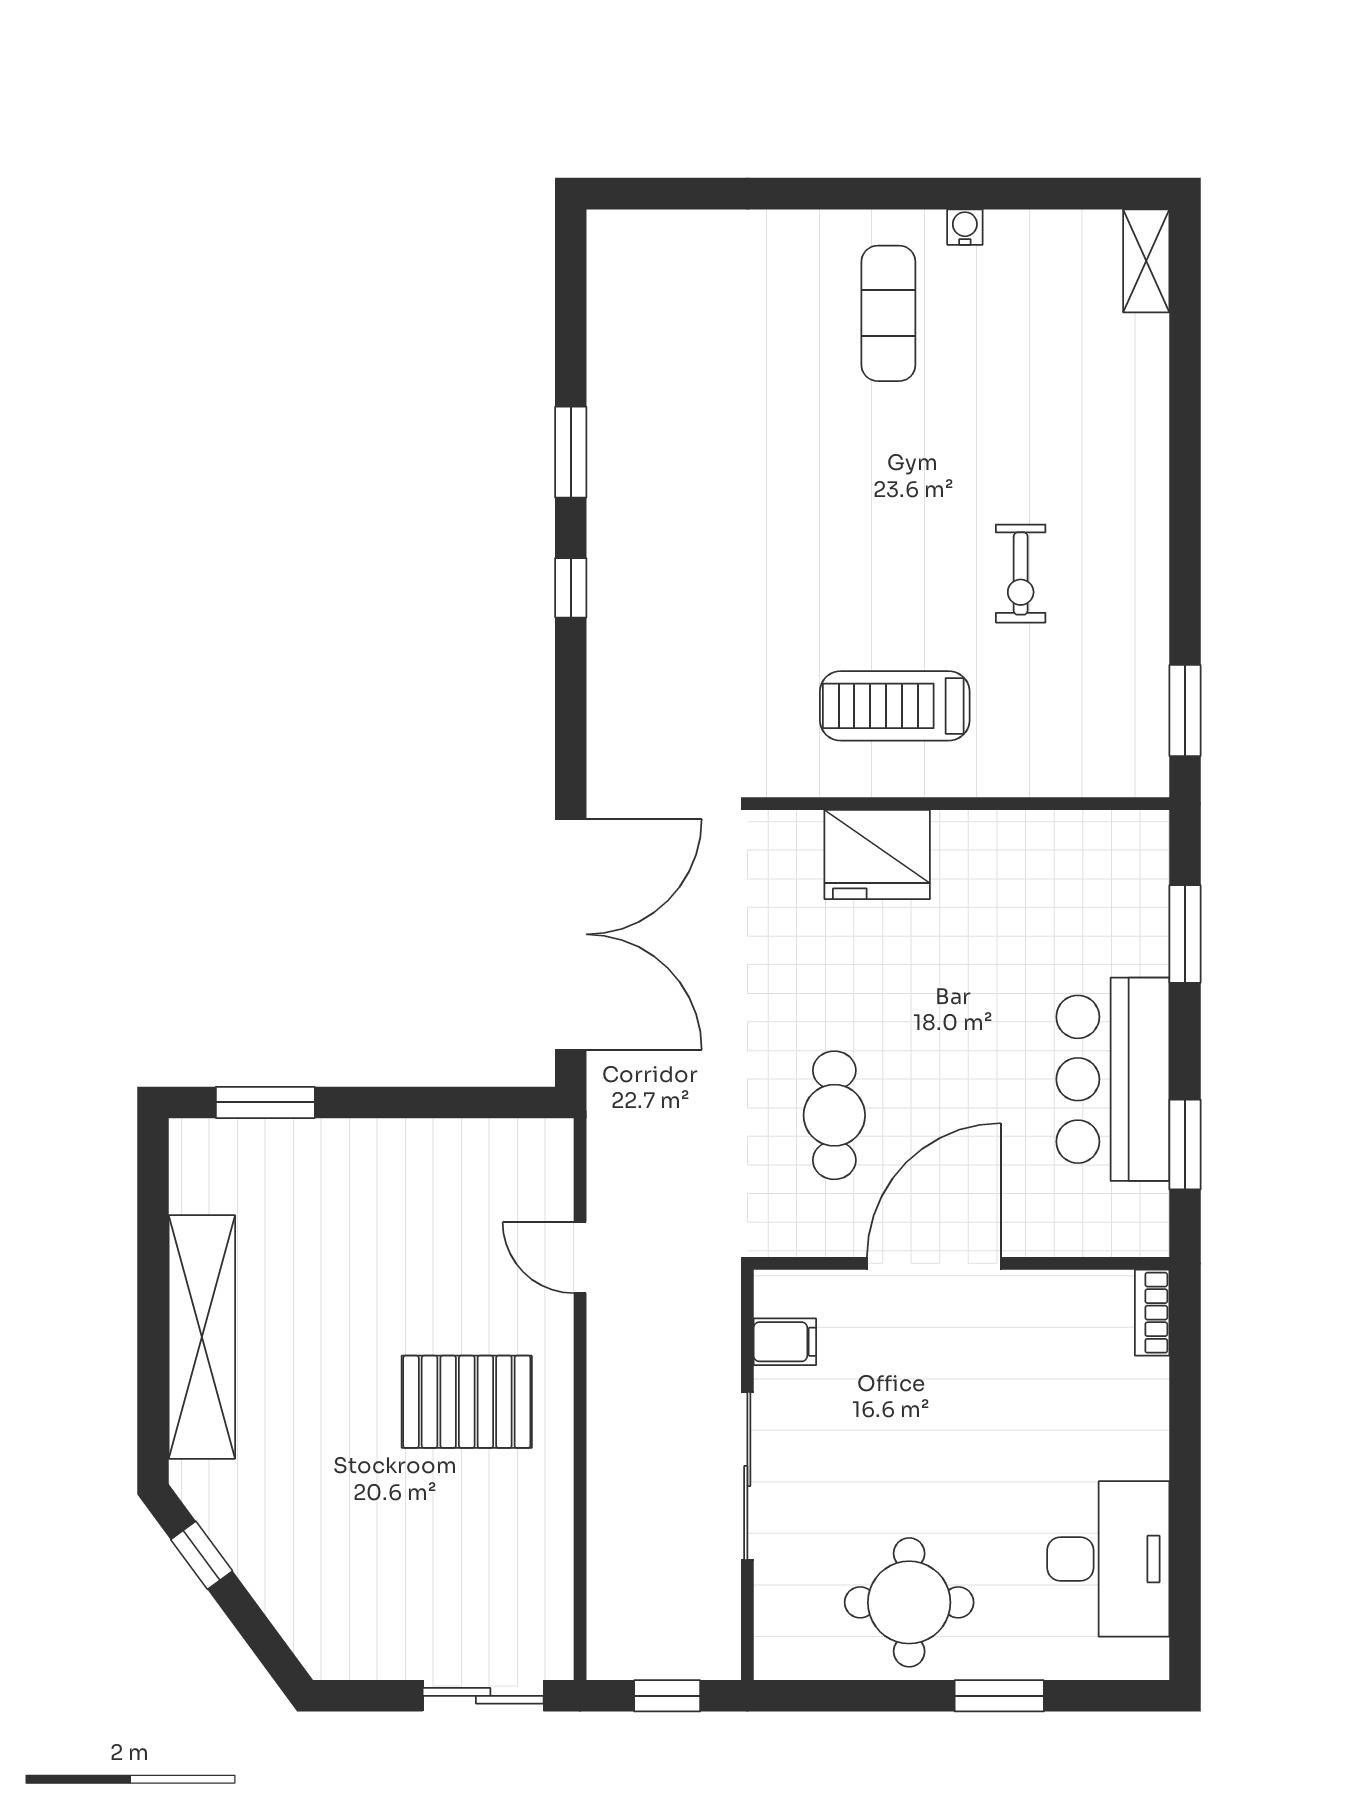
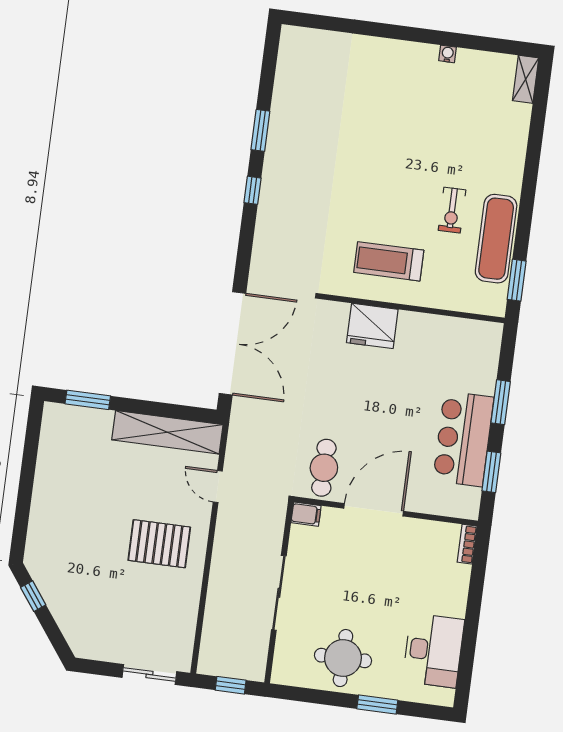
exercise mat: (888, 313) -> (496, 239), moved, width x1.36, depth x1.45
window: (1185, 934) -> (501, 402), moved
cafe table: (834, 1115) -> (324, 468), moved
shelving: (202, 1337) -> (167, 432), moved, turned 90
filing cabinet: (785, 1342) -> (306, 514), moved

